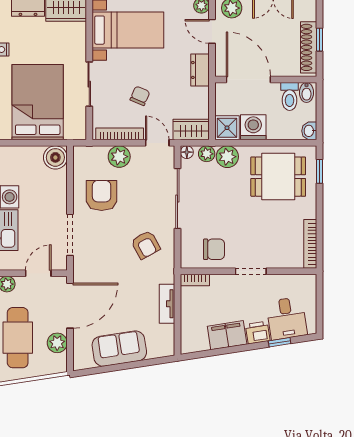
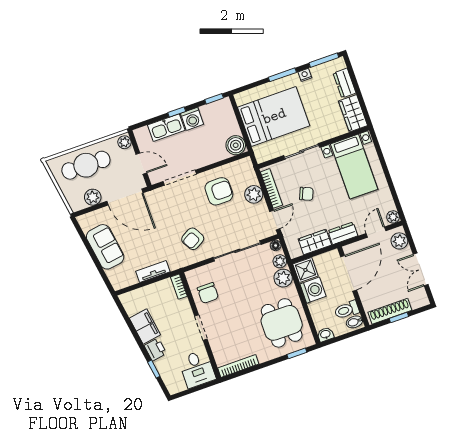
wardrobe: (191, 129) -> (315, 242), moved, turned -90
desk: (287, 318) -> (197, 369), moved, turned -81

